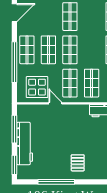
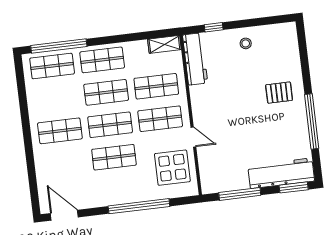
shop shelf: (27, 50) -> (106, 92), moved
door: (55, 103) -> (193, 137), swing flipped
workbench: (25, 144) -> (281, 173), moved

